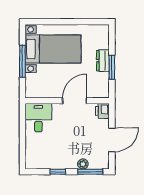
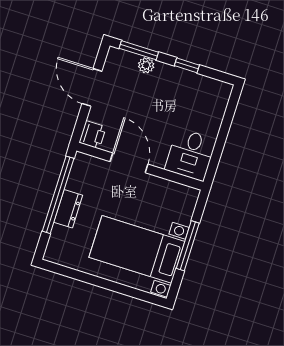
window: (112, 67) -> (58, 195), width x2.11
door: (74, 101) -> (129, 163), swing flipped
door: (112, 140) -> (92, 87), hinge flipped

